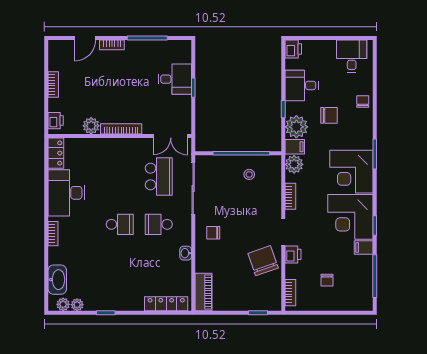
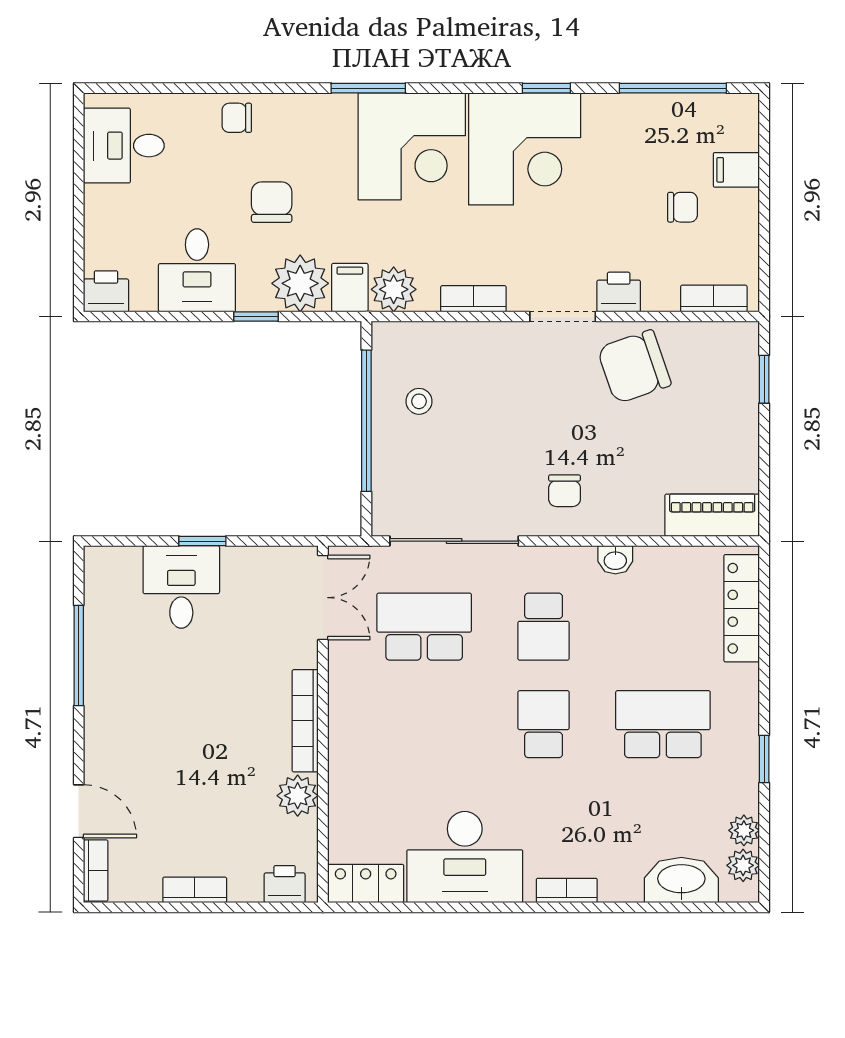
bookcase: (112, 45) -> (96, 871), moved
filing cabinet: (364, 247) -> (736, 170), moved, turned 90
school desk: (120, 272) -> (663, 724), added

